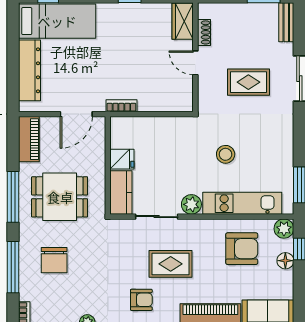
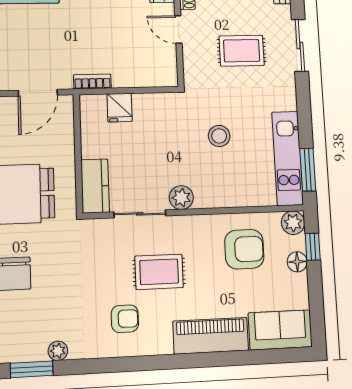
fridge: (122, 159) -> (120, 108), moved, turned 90
kitchen unit: (242, 203) -> (288, 158), moved, turned -90

